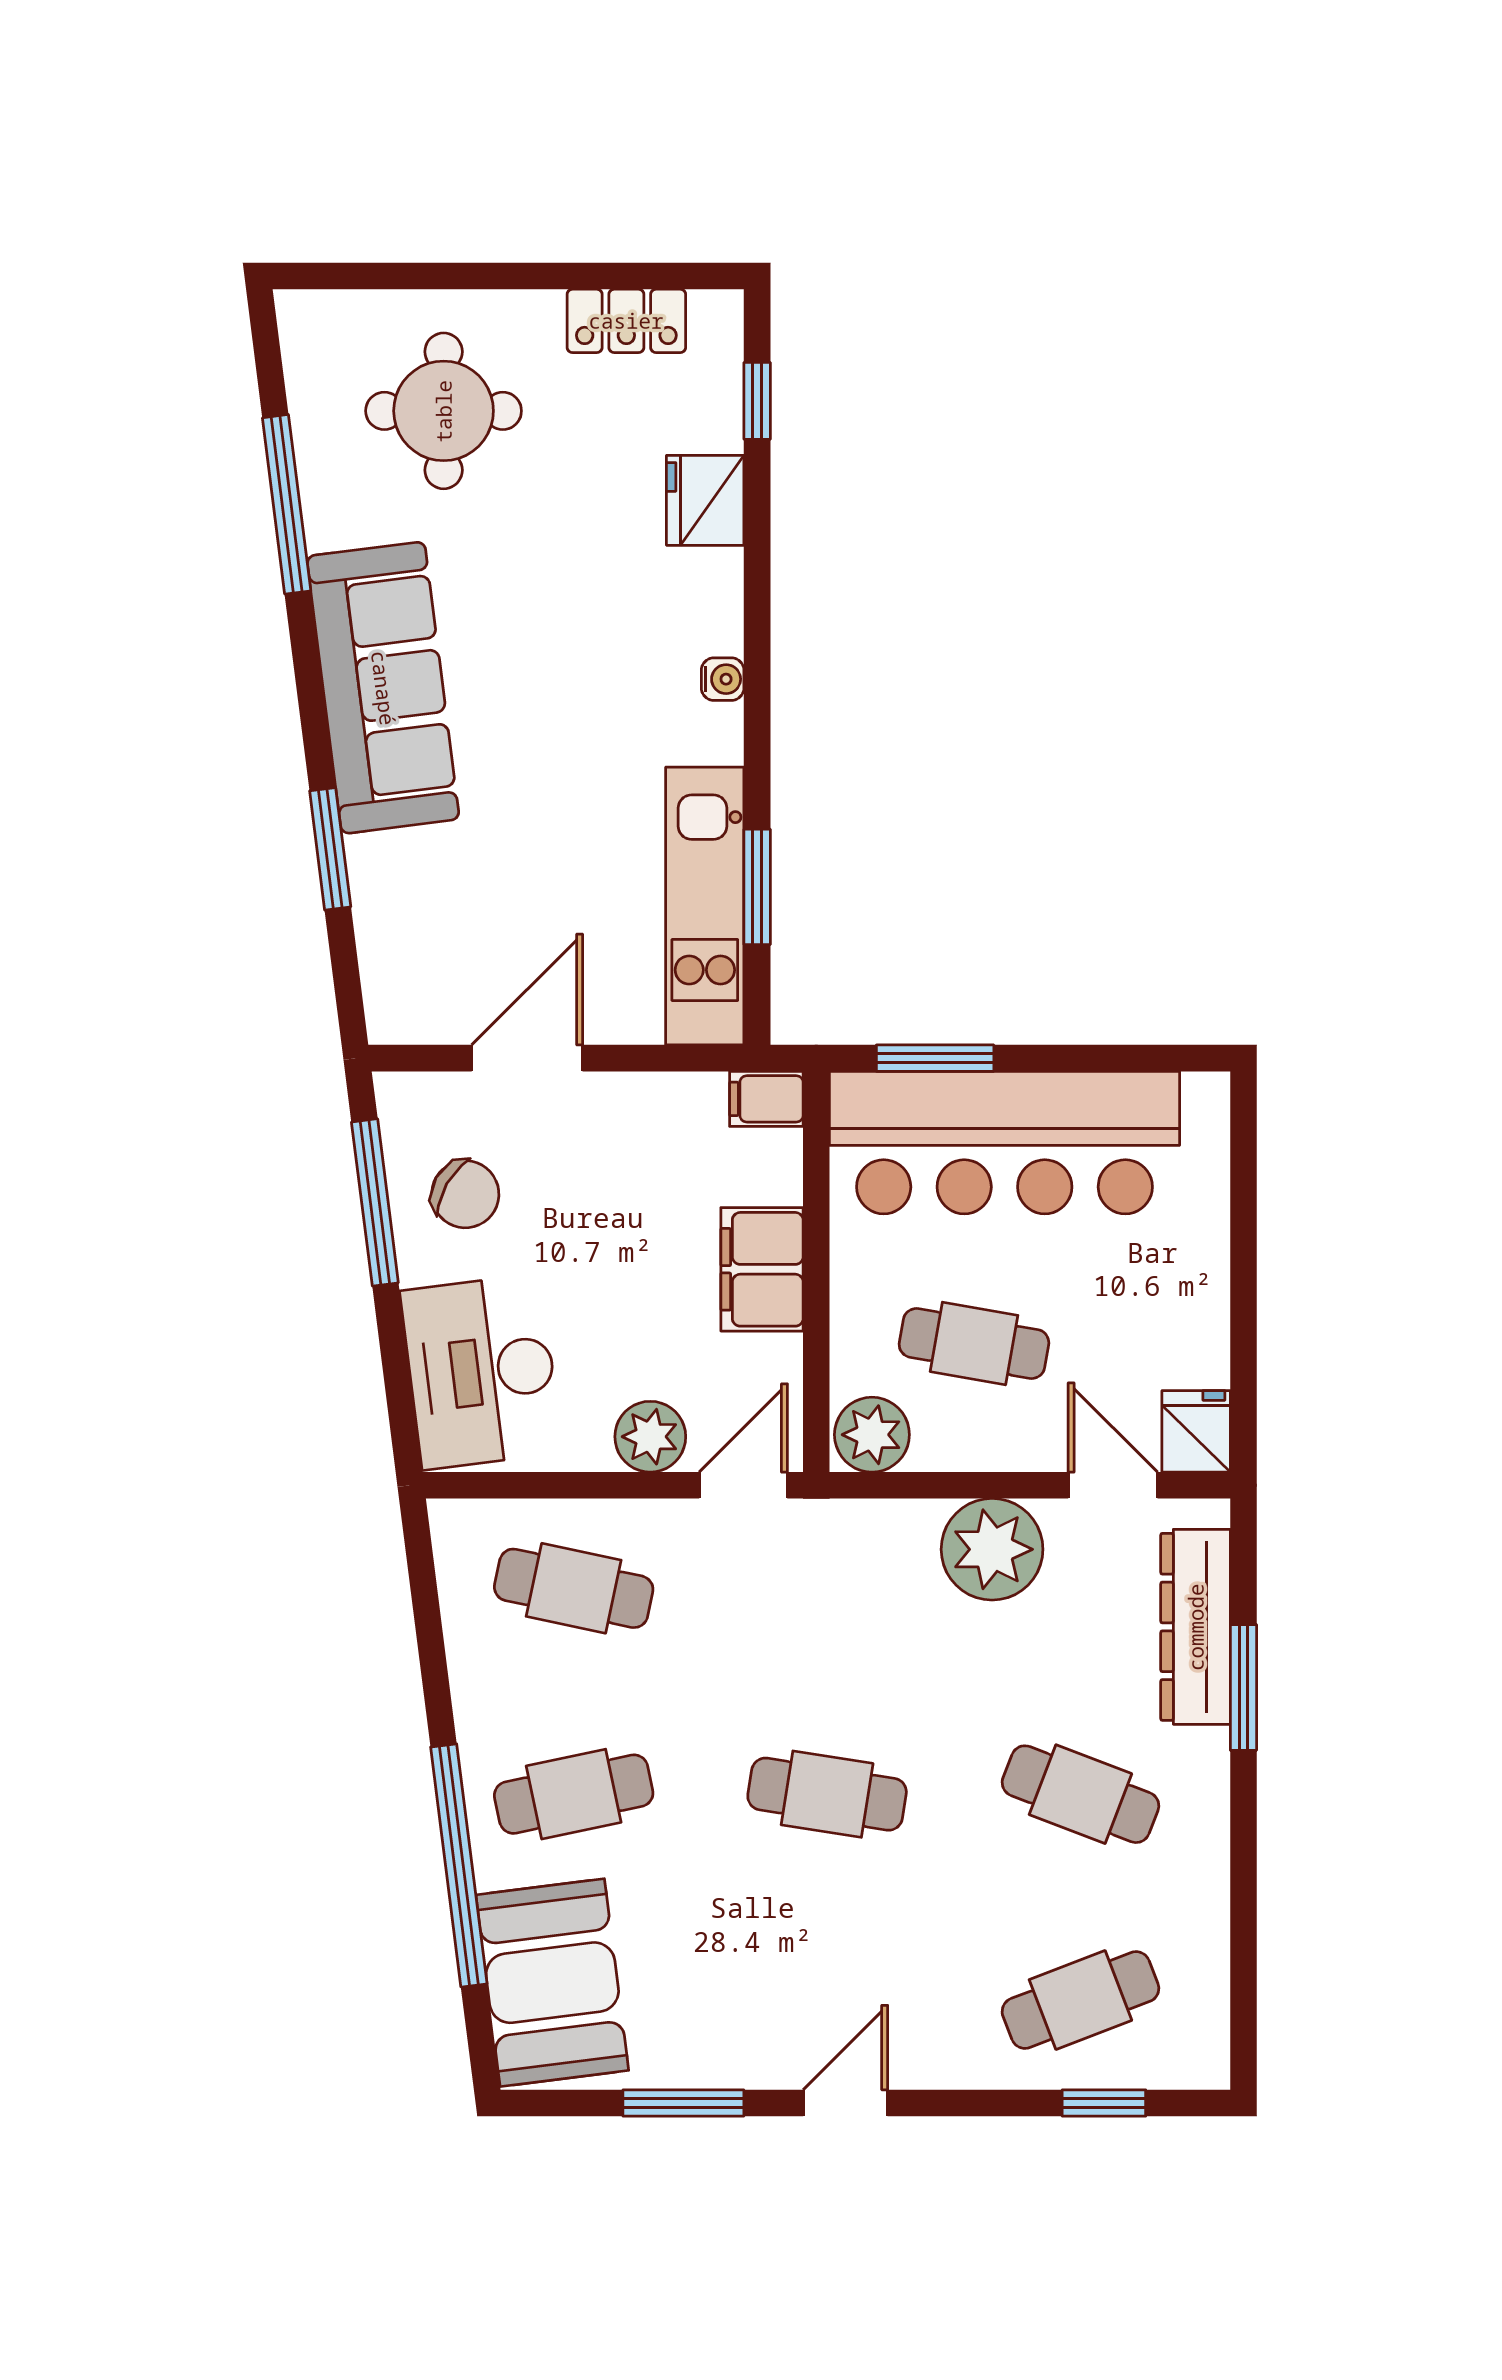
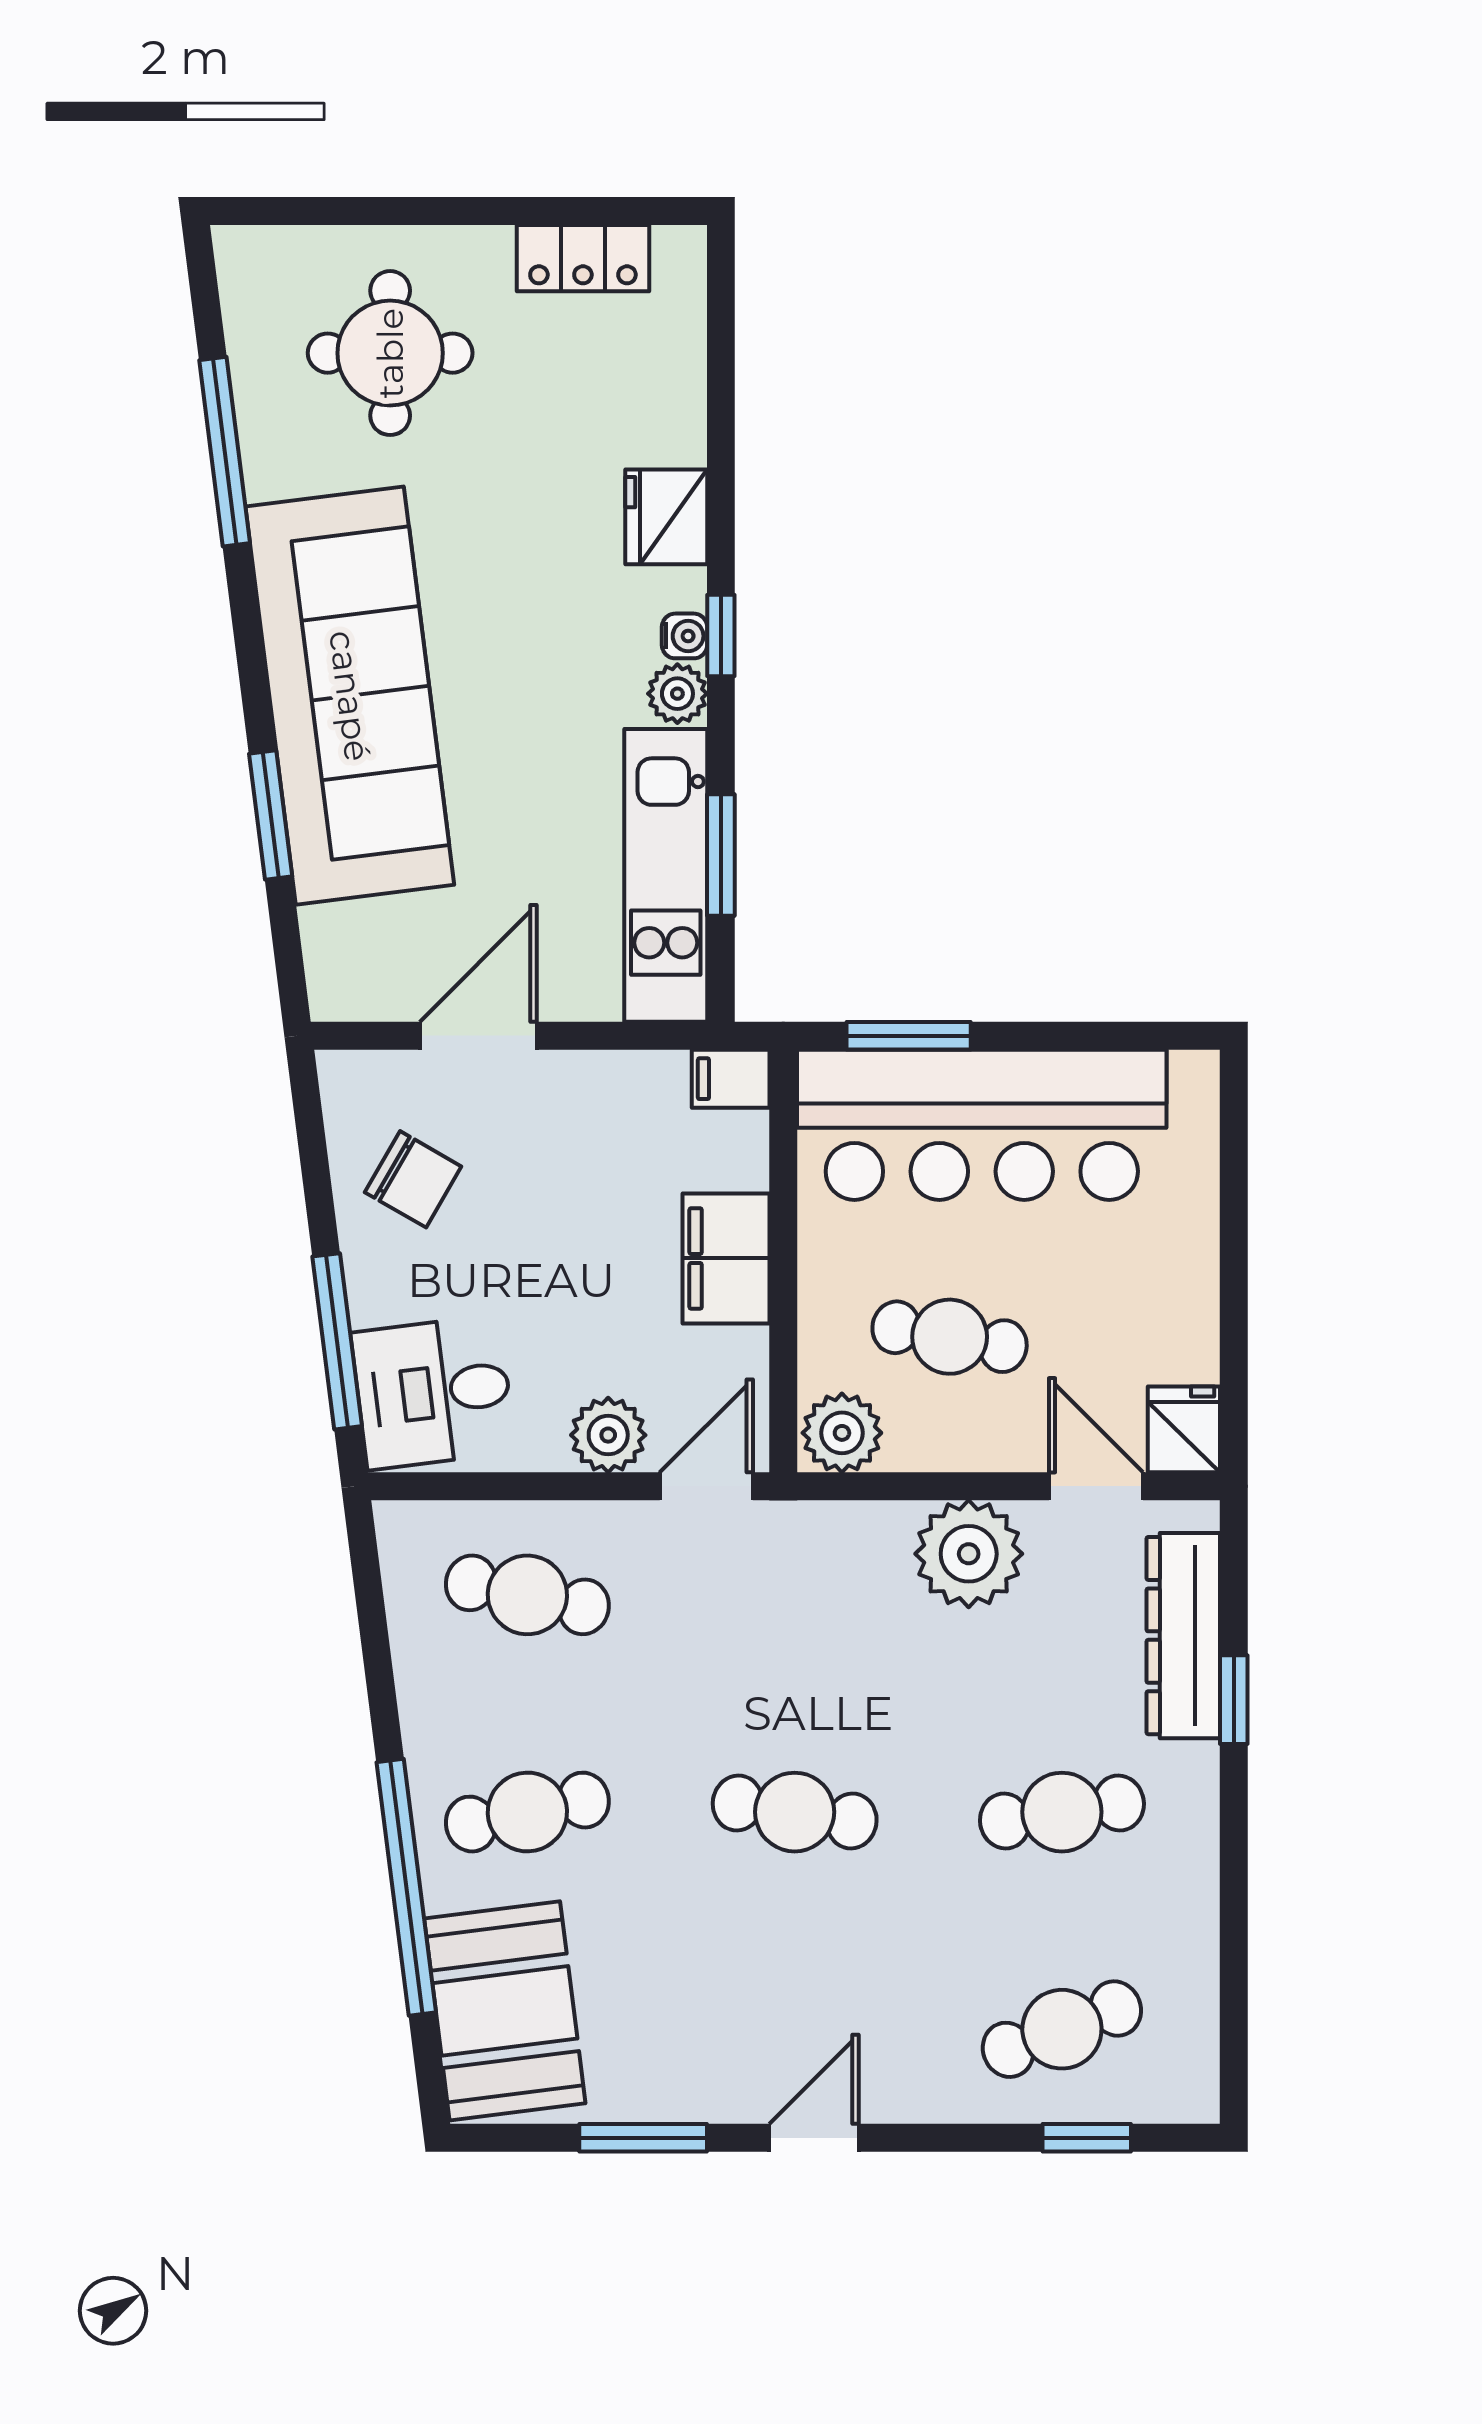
window: (757, 401) -> (721, 636), moved
fridge: (705, 500) -> (666, 517), moved
sofa: (383, 688) -> (350, 696), width x1.36, depth x1.27
plant: (716, 734) -> (677, 694), added
window: (375, 1202) -> (337, 1341), moved
desk: (481, 1372) -> (433, 1392), width x0.73
window: (1243, 1687) -> (1234, 1700), width x0.67
cafe table: (1080, 1794) -> (1062, 1812), turned -30

